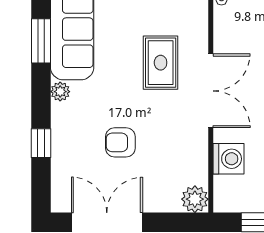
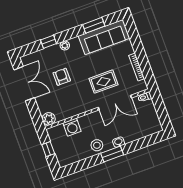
double door: (211, 91) -> (115, 103), moved
plant: (60, 92) -> (65, 46), moved

